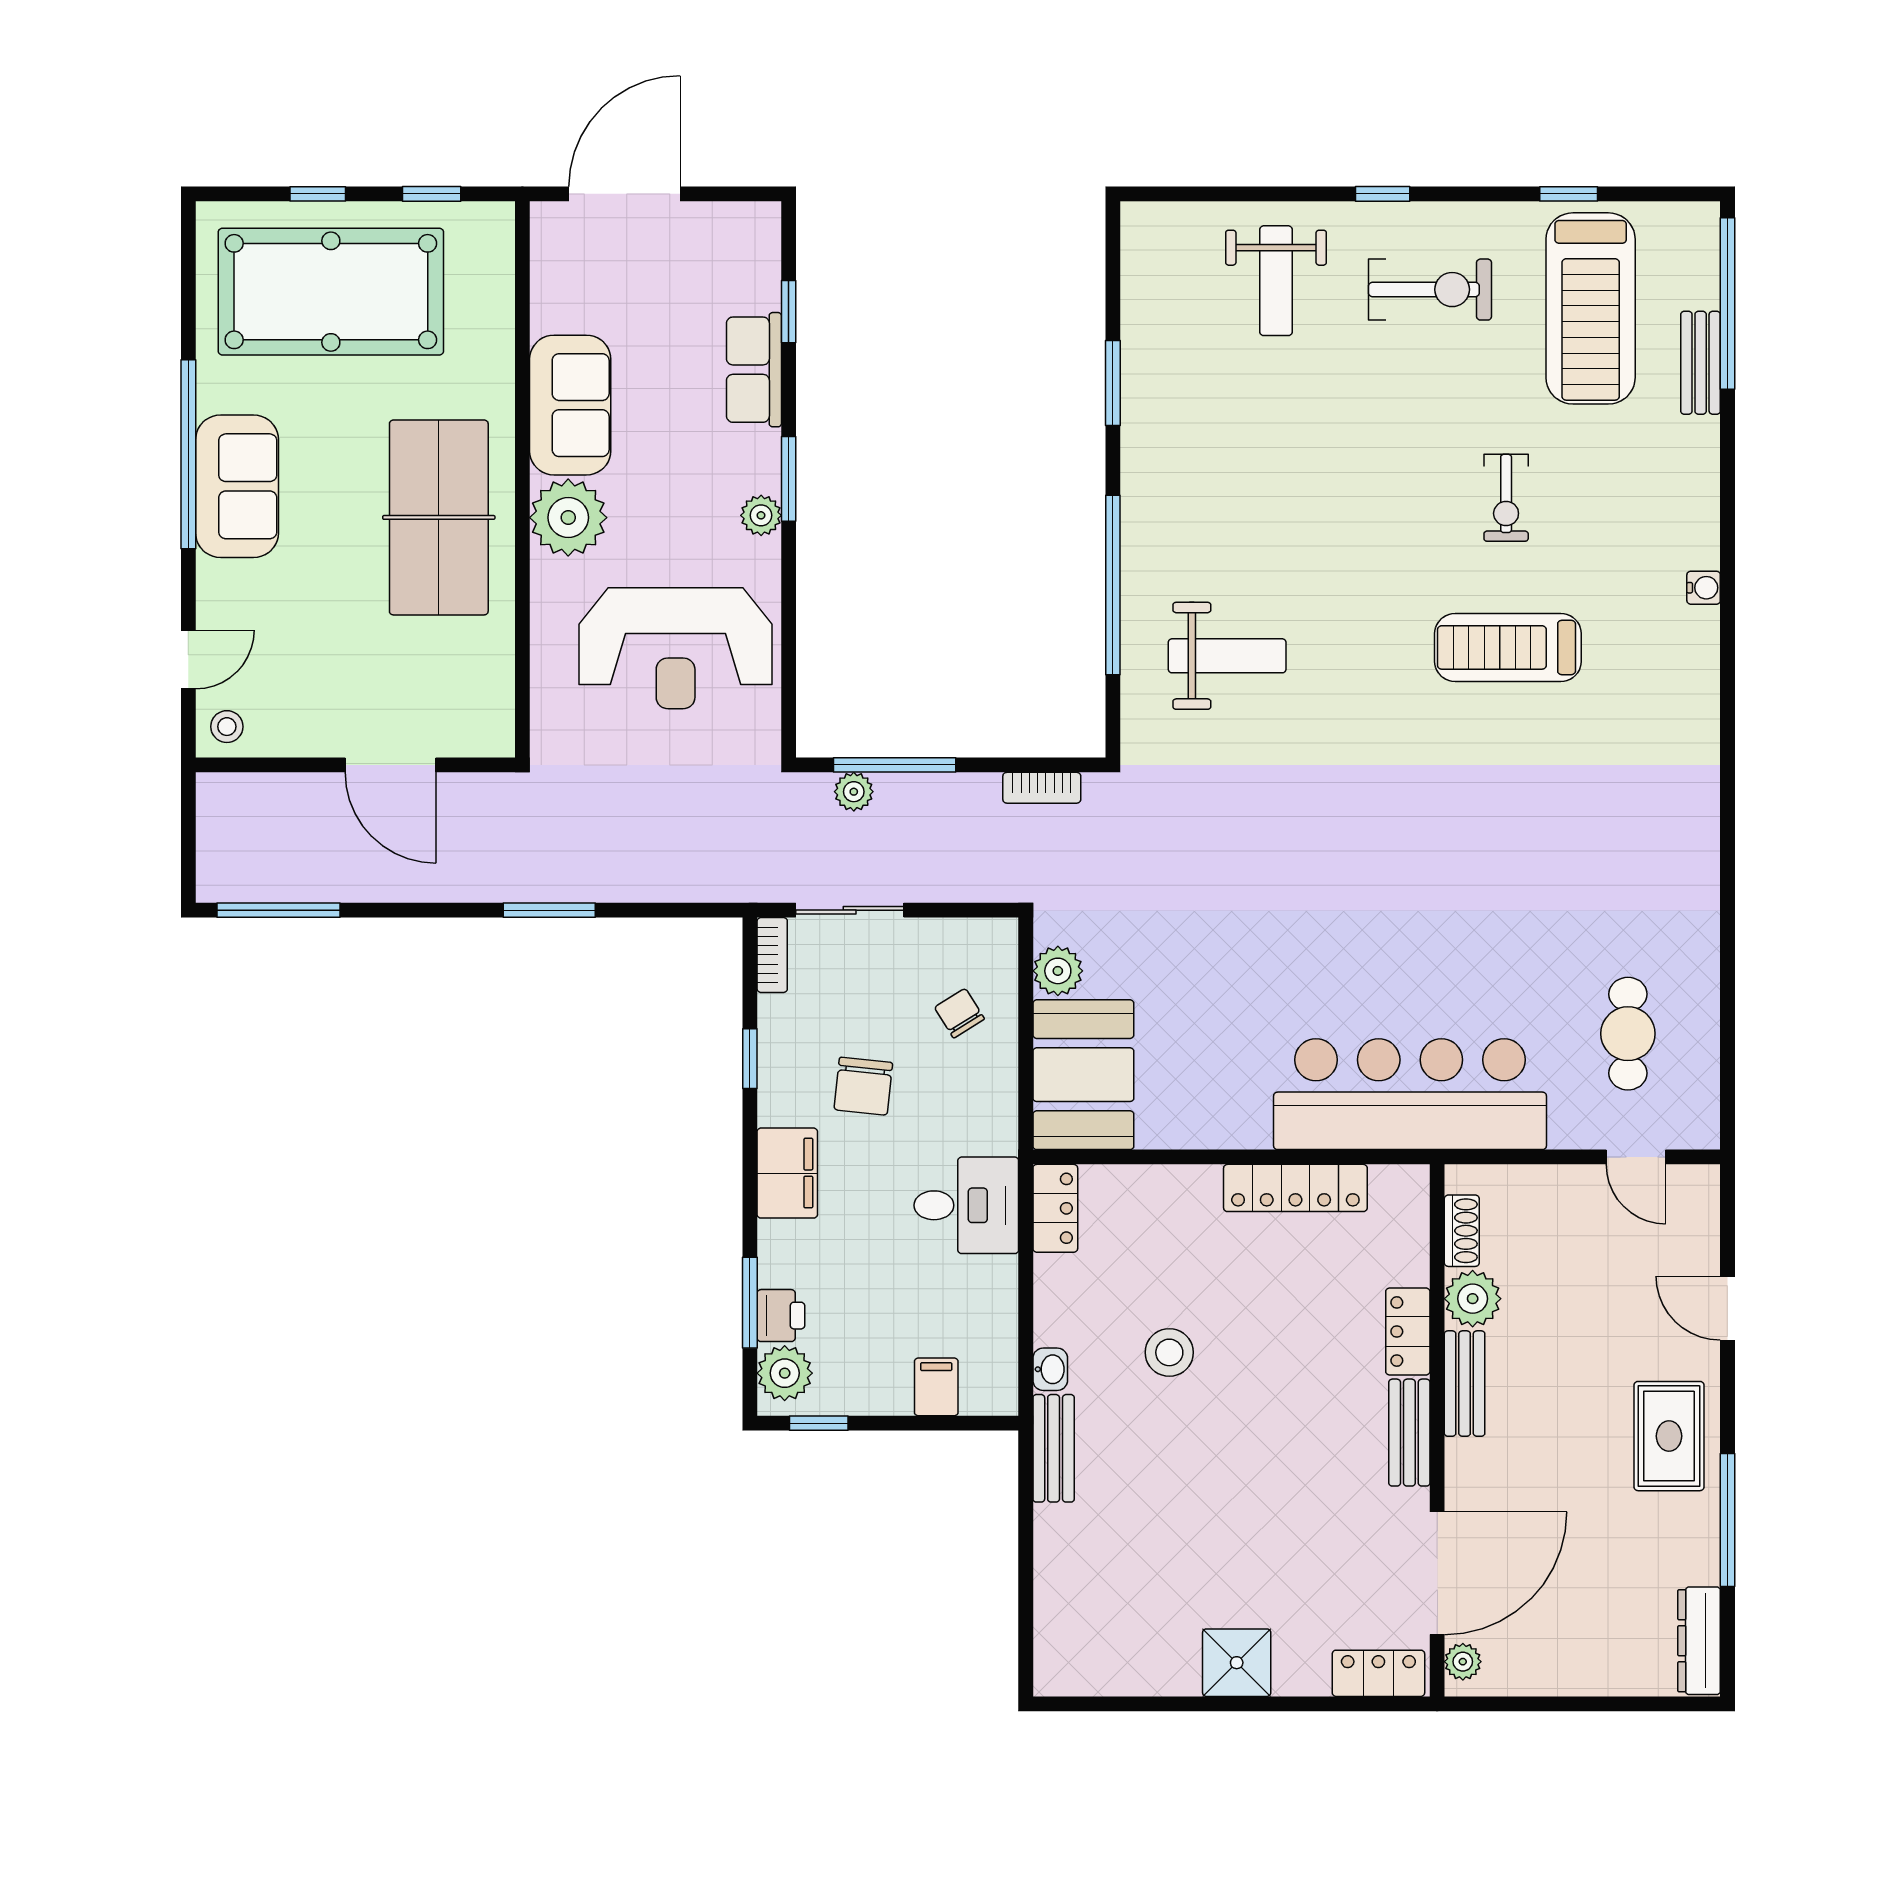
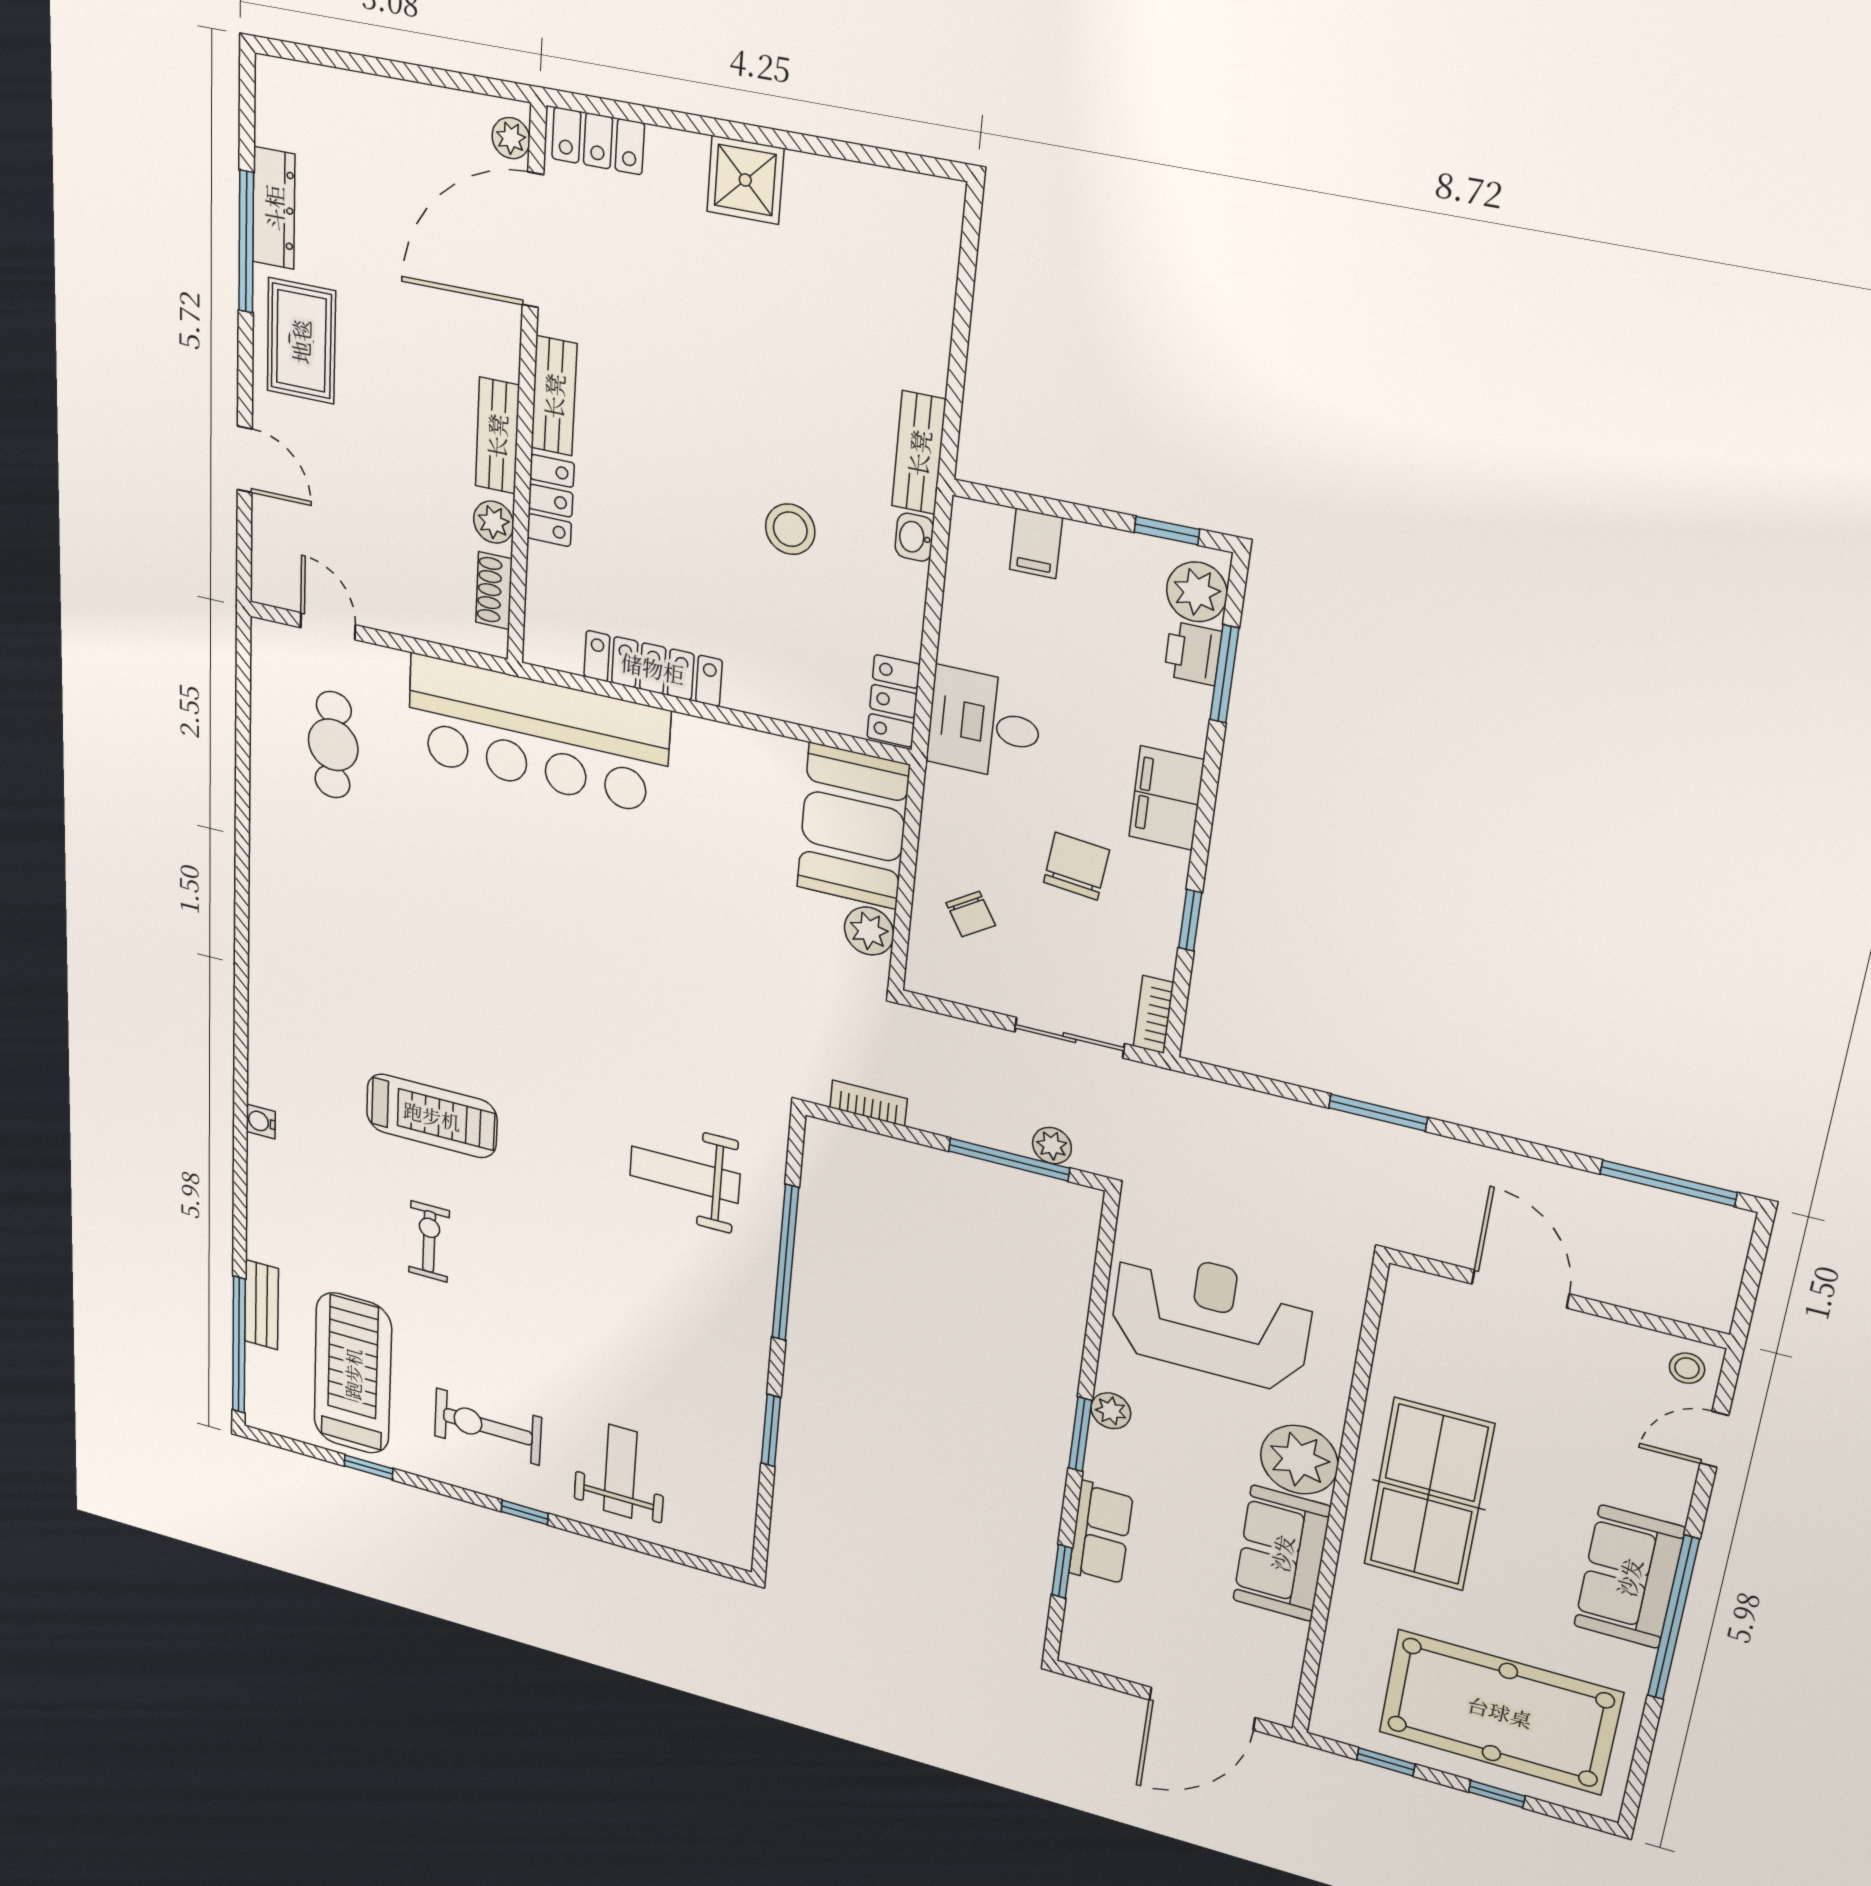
plant: (1473, 1299) -> (494, 522), width x0.73, depth x0.73
dresser: (1699, 1641) -> (274, 208), moved

